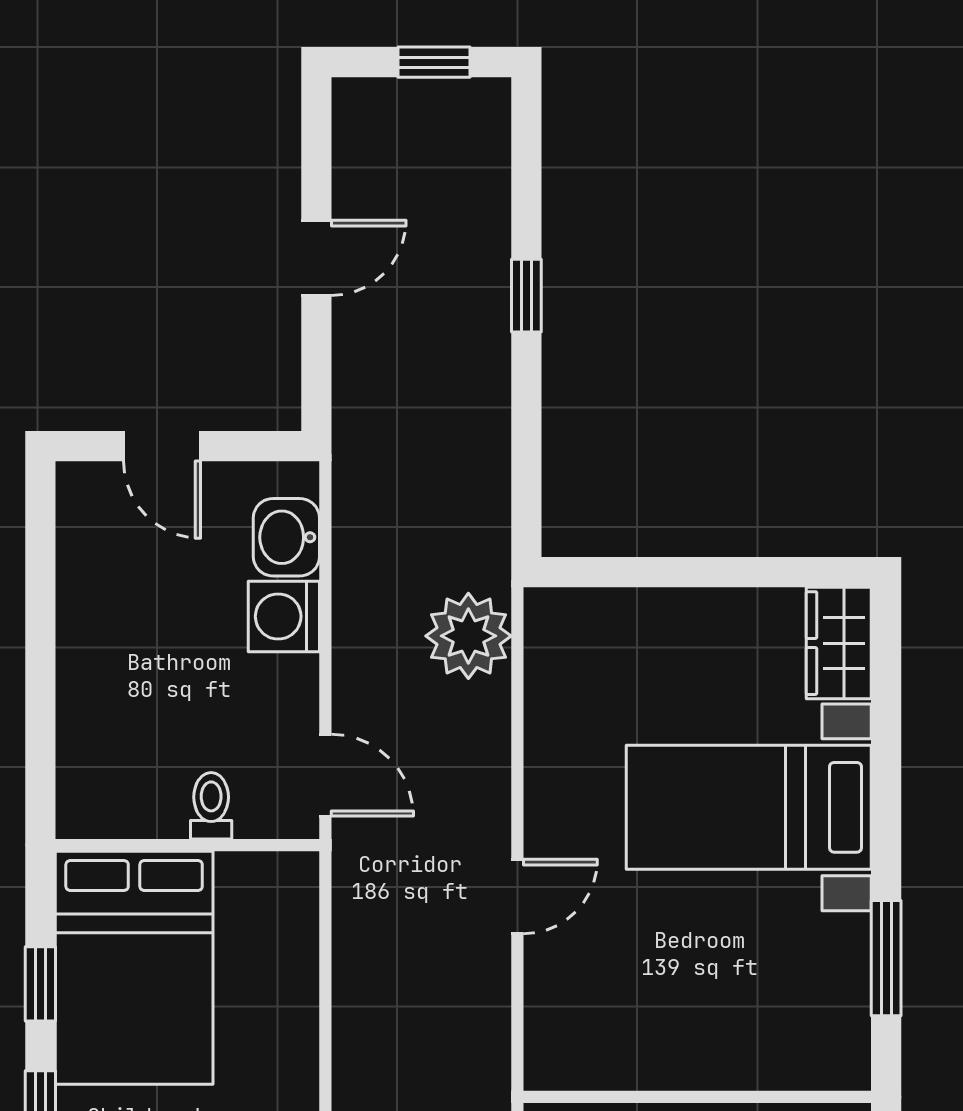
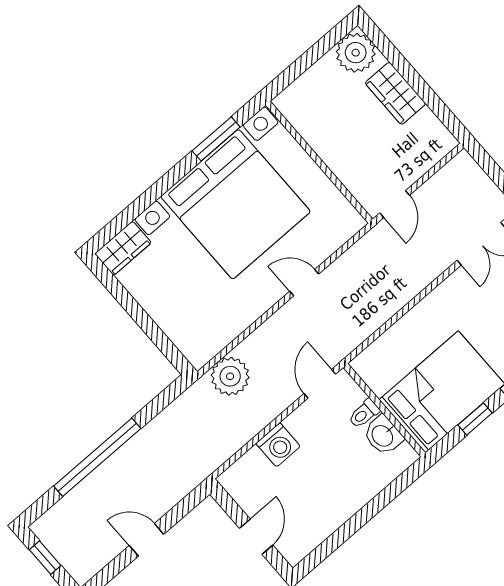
window: (526, 296) -> (97, 457), width x3.17
washbasin: (286, 537) -> (383, 435), moved, turned 90
bed with nightstands: (749, 807) -> (236, 204), width x1.85

